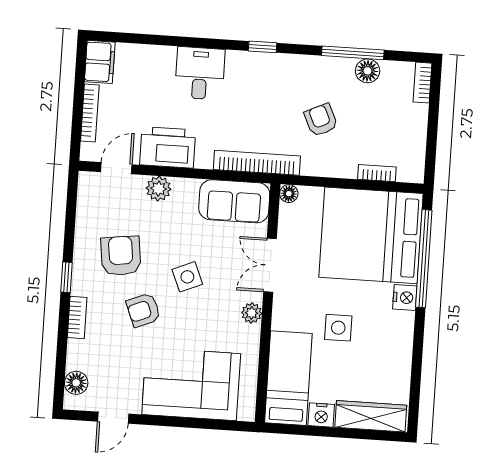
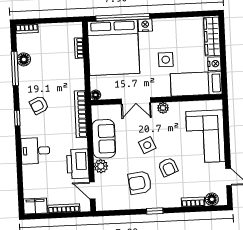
armchair: (321, 120) -> (39, 105), moved
sofa: (234, 201) -> (104, 139), moved
bookcase: (77, 318) -> (193, 202), moved

